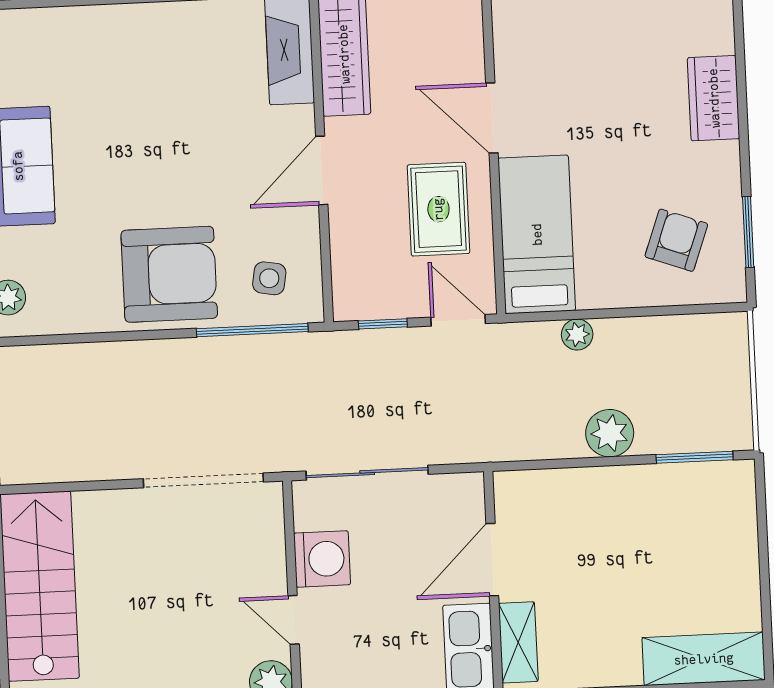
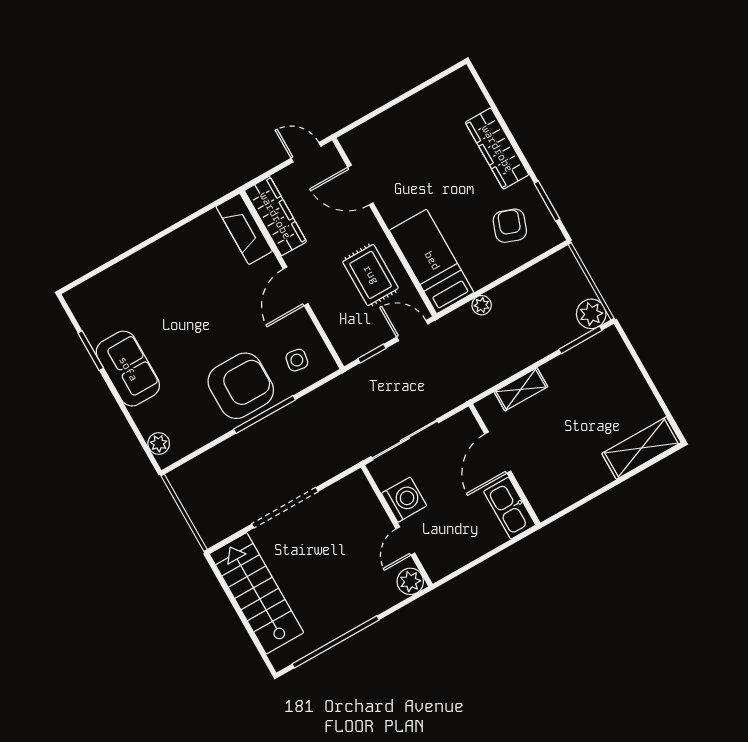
wardrobe: (714, 98) -> (497, 149), width x1.50
door: (492, 118) -> (360, 185), moved
window: (252, 330) -> (265, 414), moved
plant: (610, 433) -> (591, 314), moved
doorway: (203, 480) -> (285, 508), moved
door: (294, 620) -> (405, 541), hinge flipped
shelving: (518, 642) -> (521, 389), moved, turned 90

